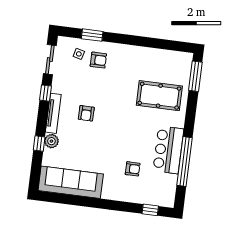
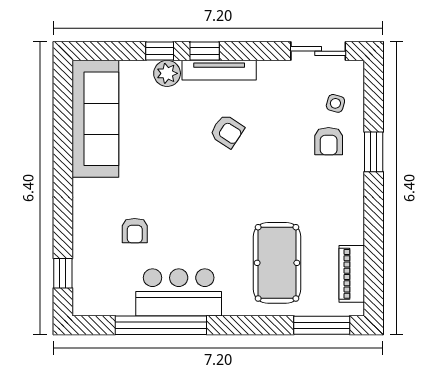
window: (92, 35) -> (374, 152), moved
piano: (170, 57) -> (352, 274), added
window: (46, 93) -> (205, 51), moved
armchair: (86, 113) -> (227, 131), turned -148

